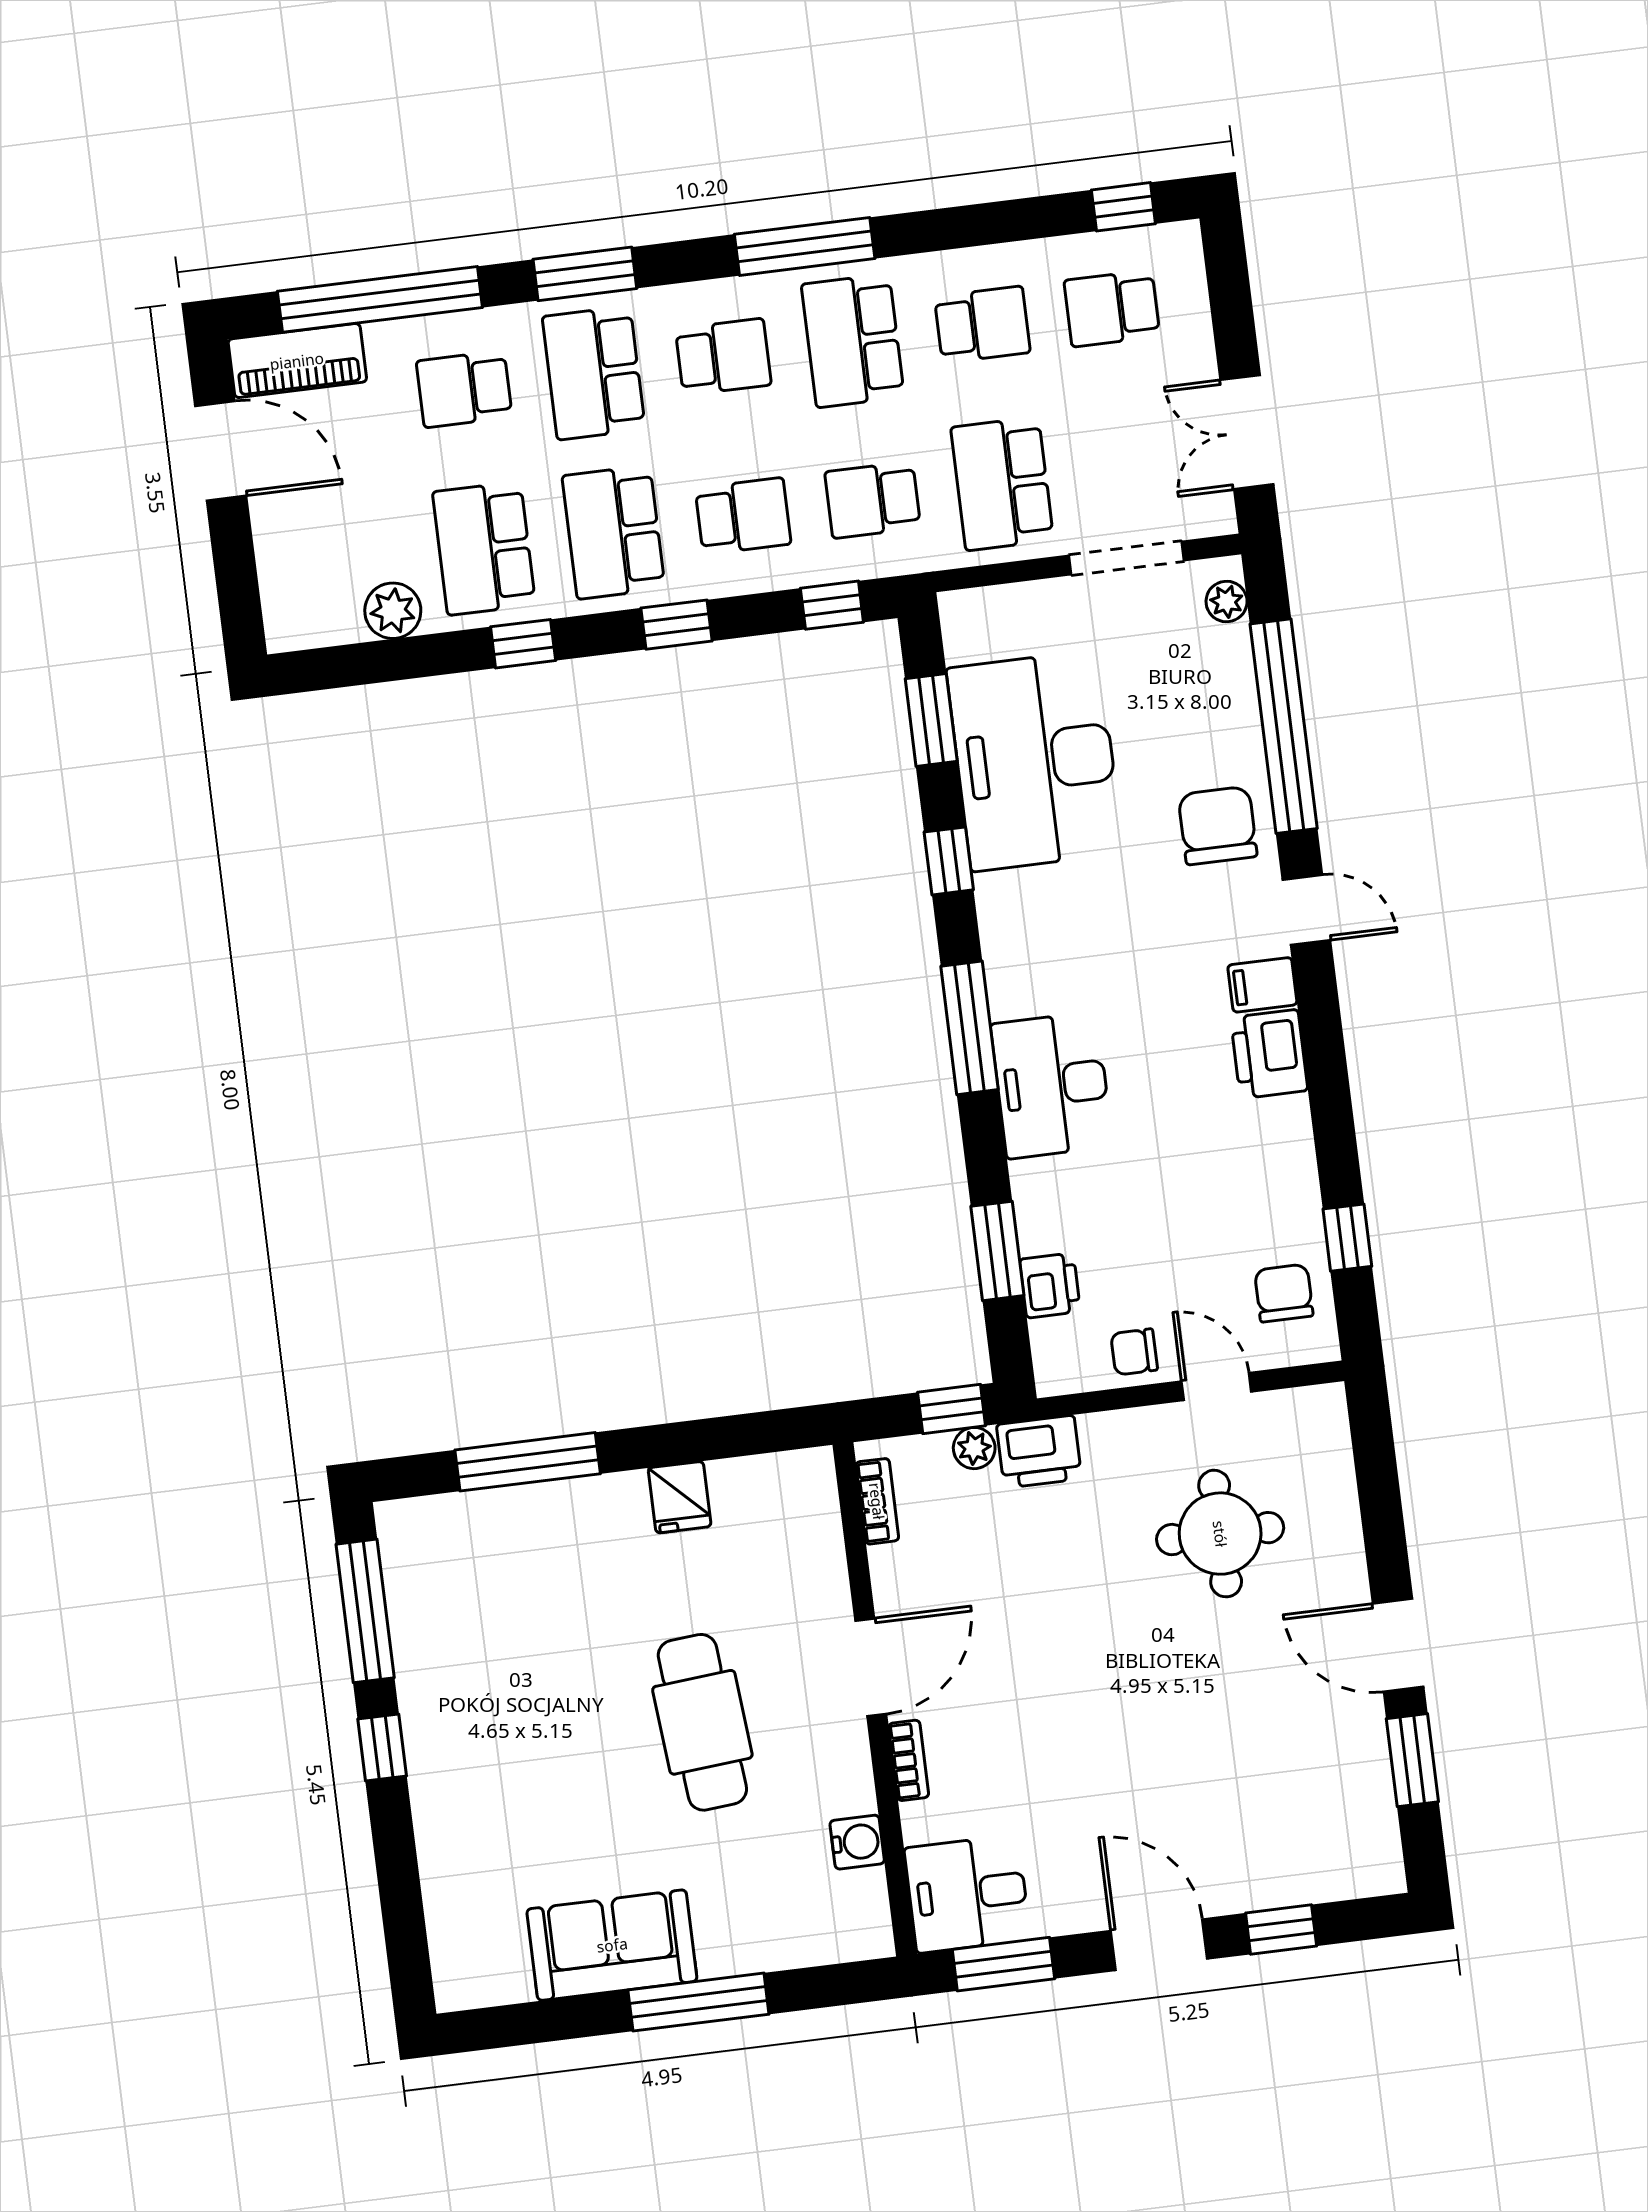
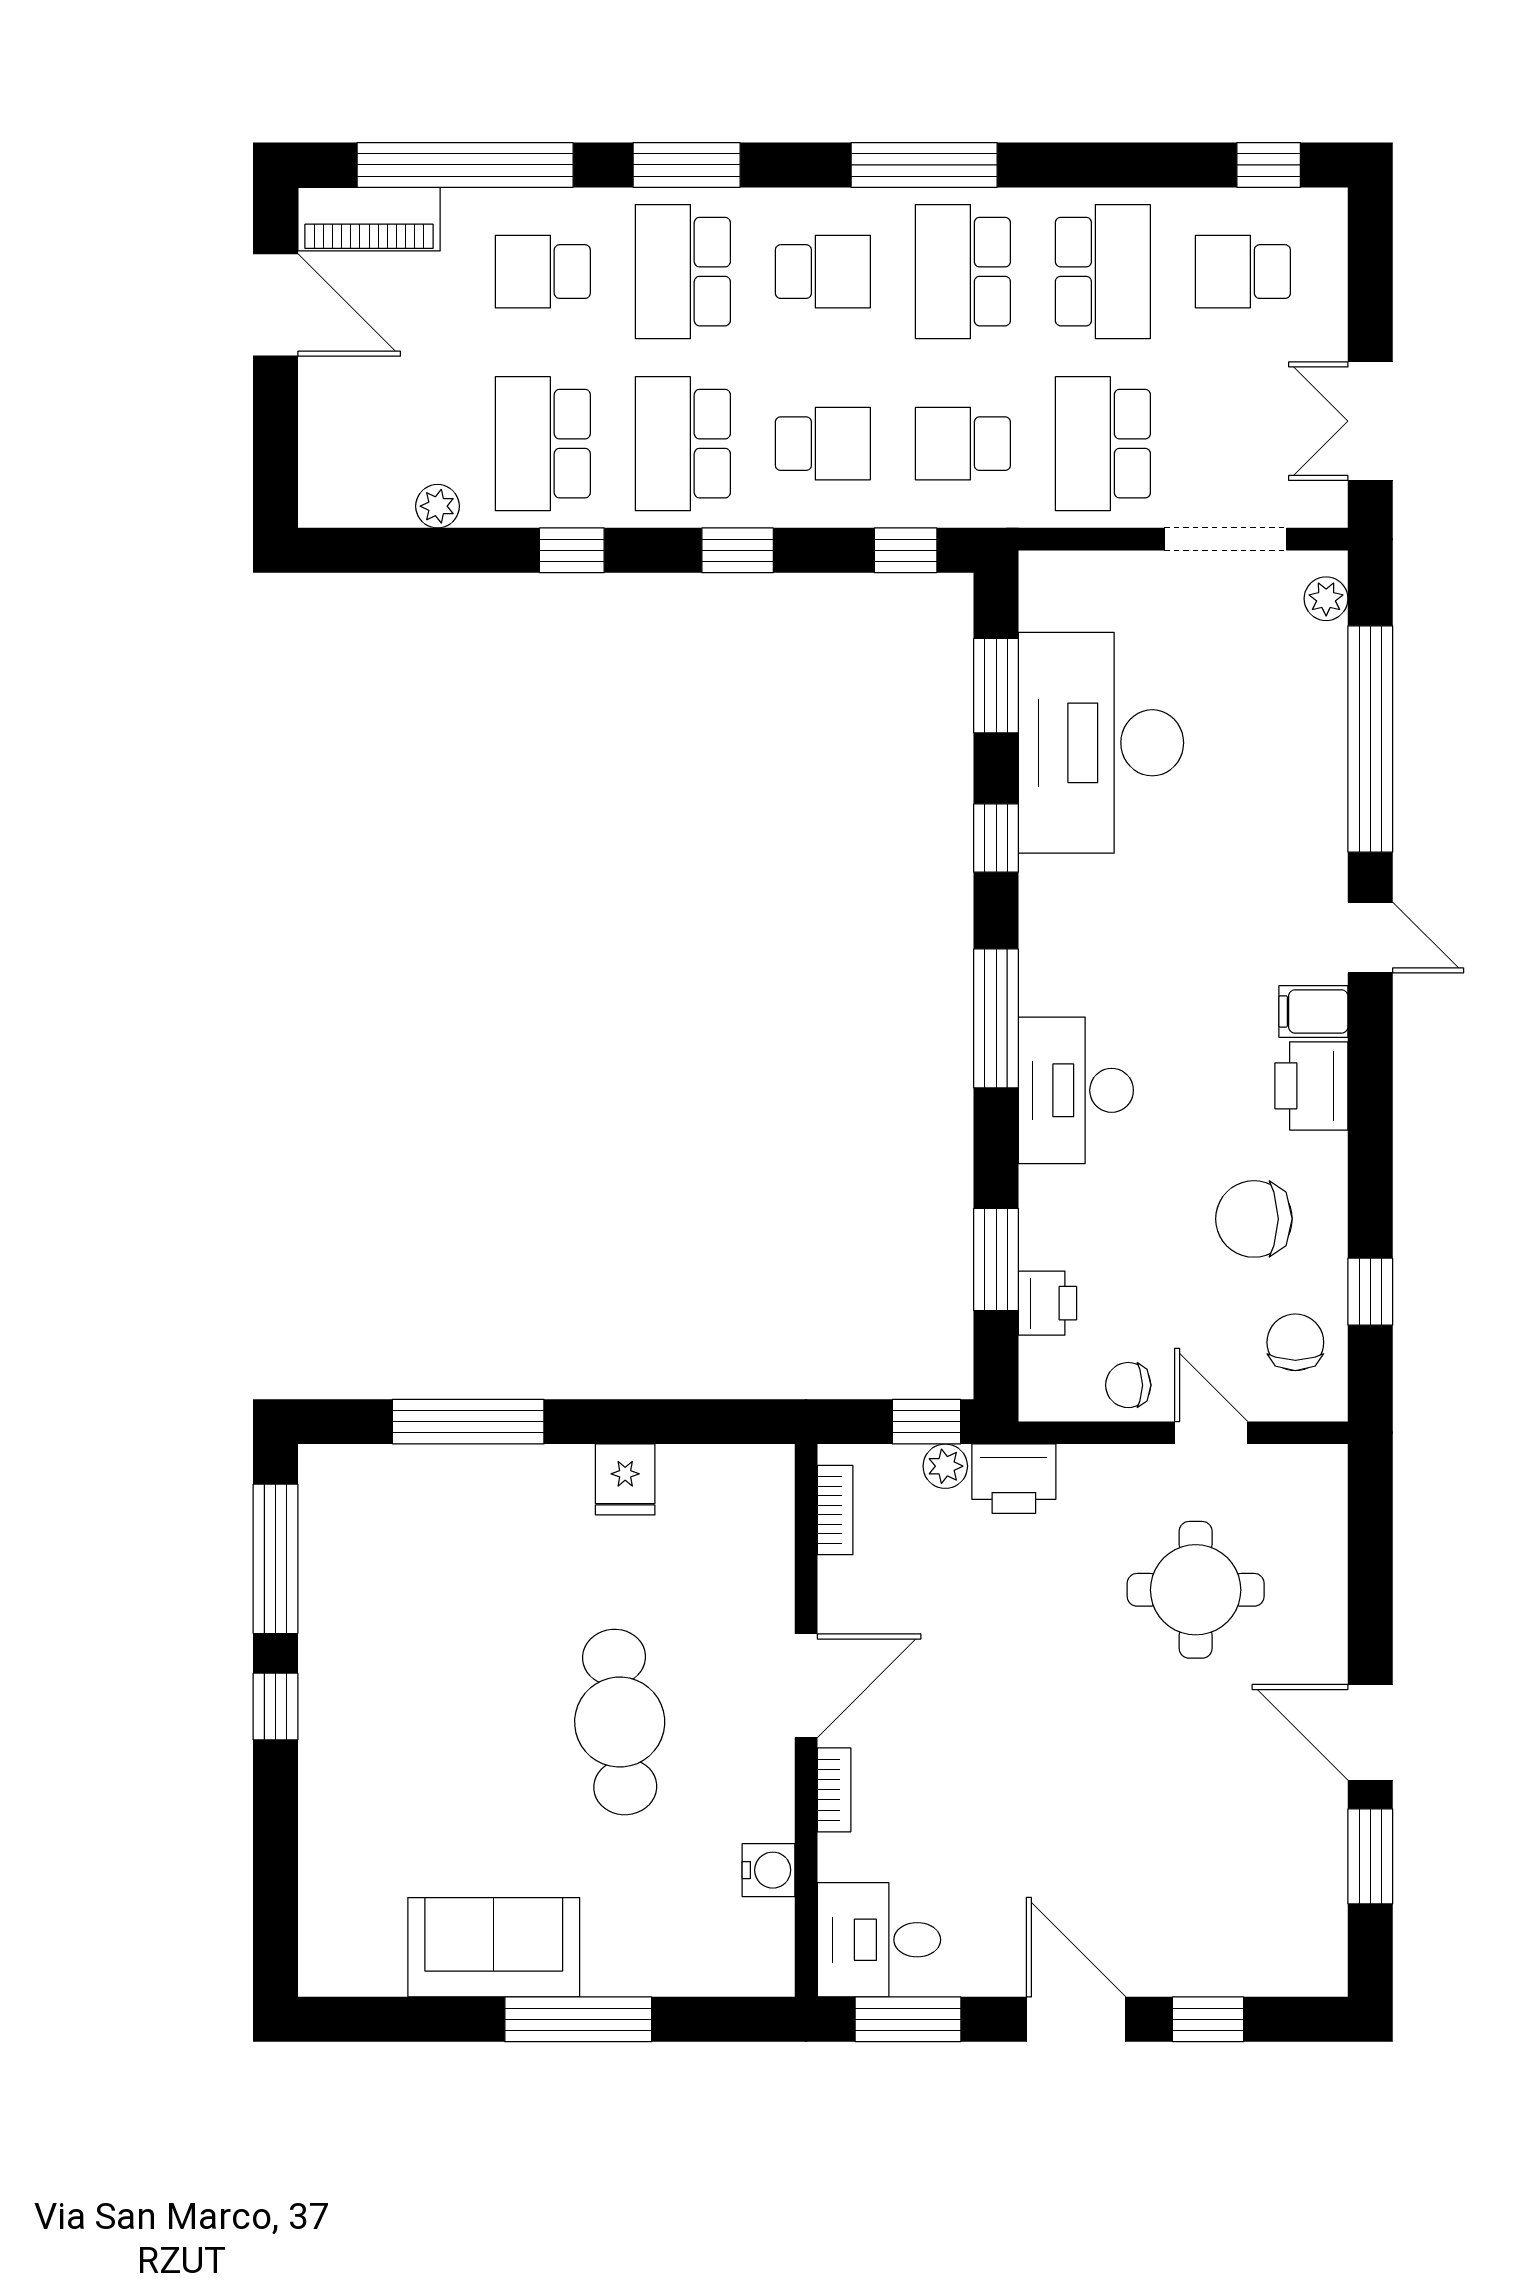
school desk: (982, 325) -> (1103, 272), width x1.85
plant: (393, 611) -> (438, 506), width x0.73, depth x0.73
chair: (1218, 826) -> (1254, 1219), moved, turned -90

